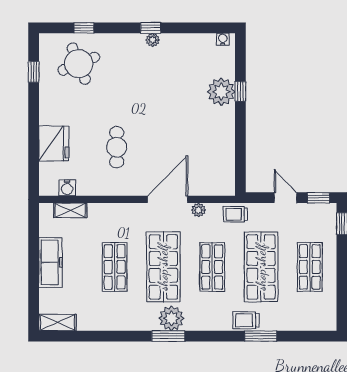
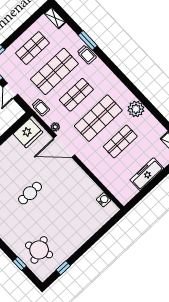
fridge: (54, 143) -> (28, 133), moved, turned 180
cafe table: (117, 147) -> (30, 193), moved
shelving: (70, 210) -> (55, 18), moved
plant: (171, 318) -> (136, 109), moved
window: (168, 336) -> (129, 85), removed

